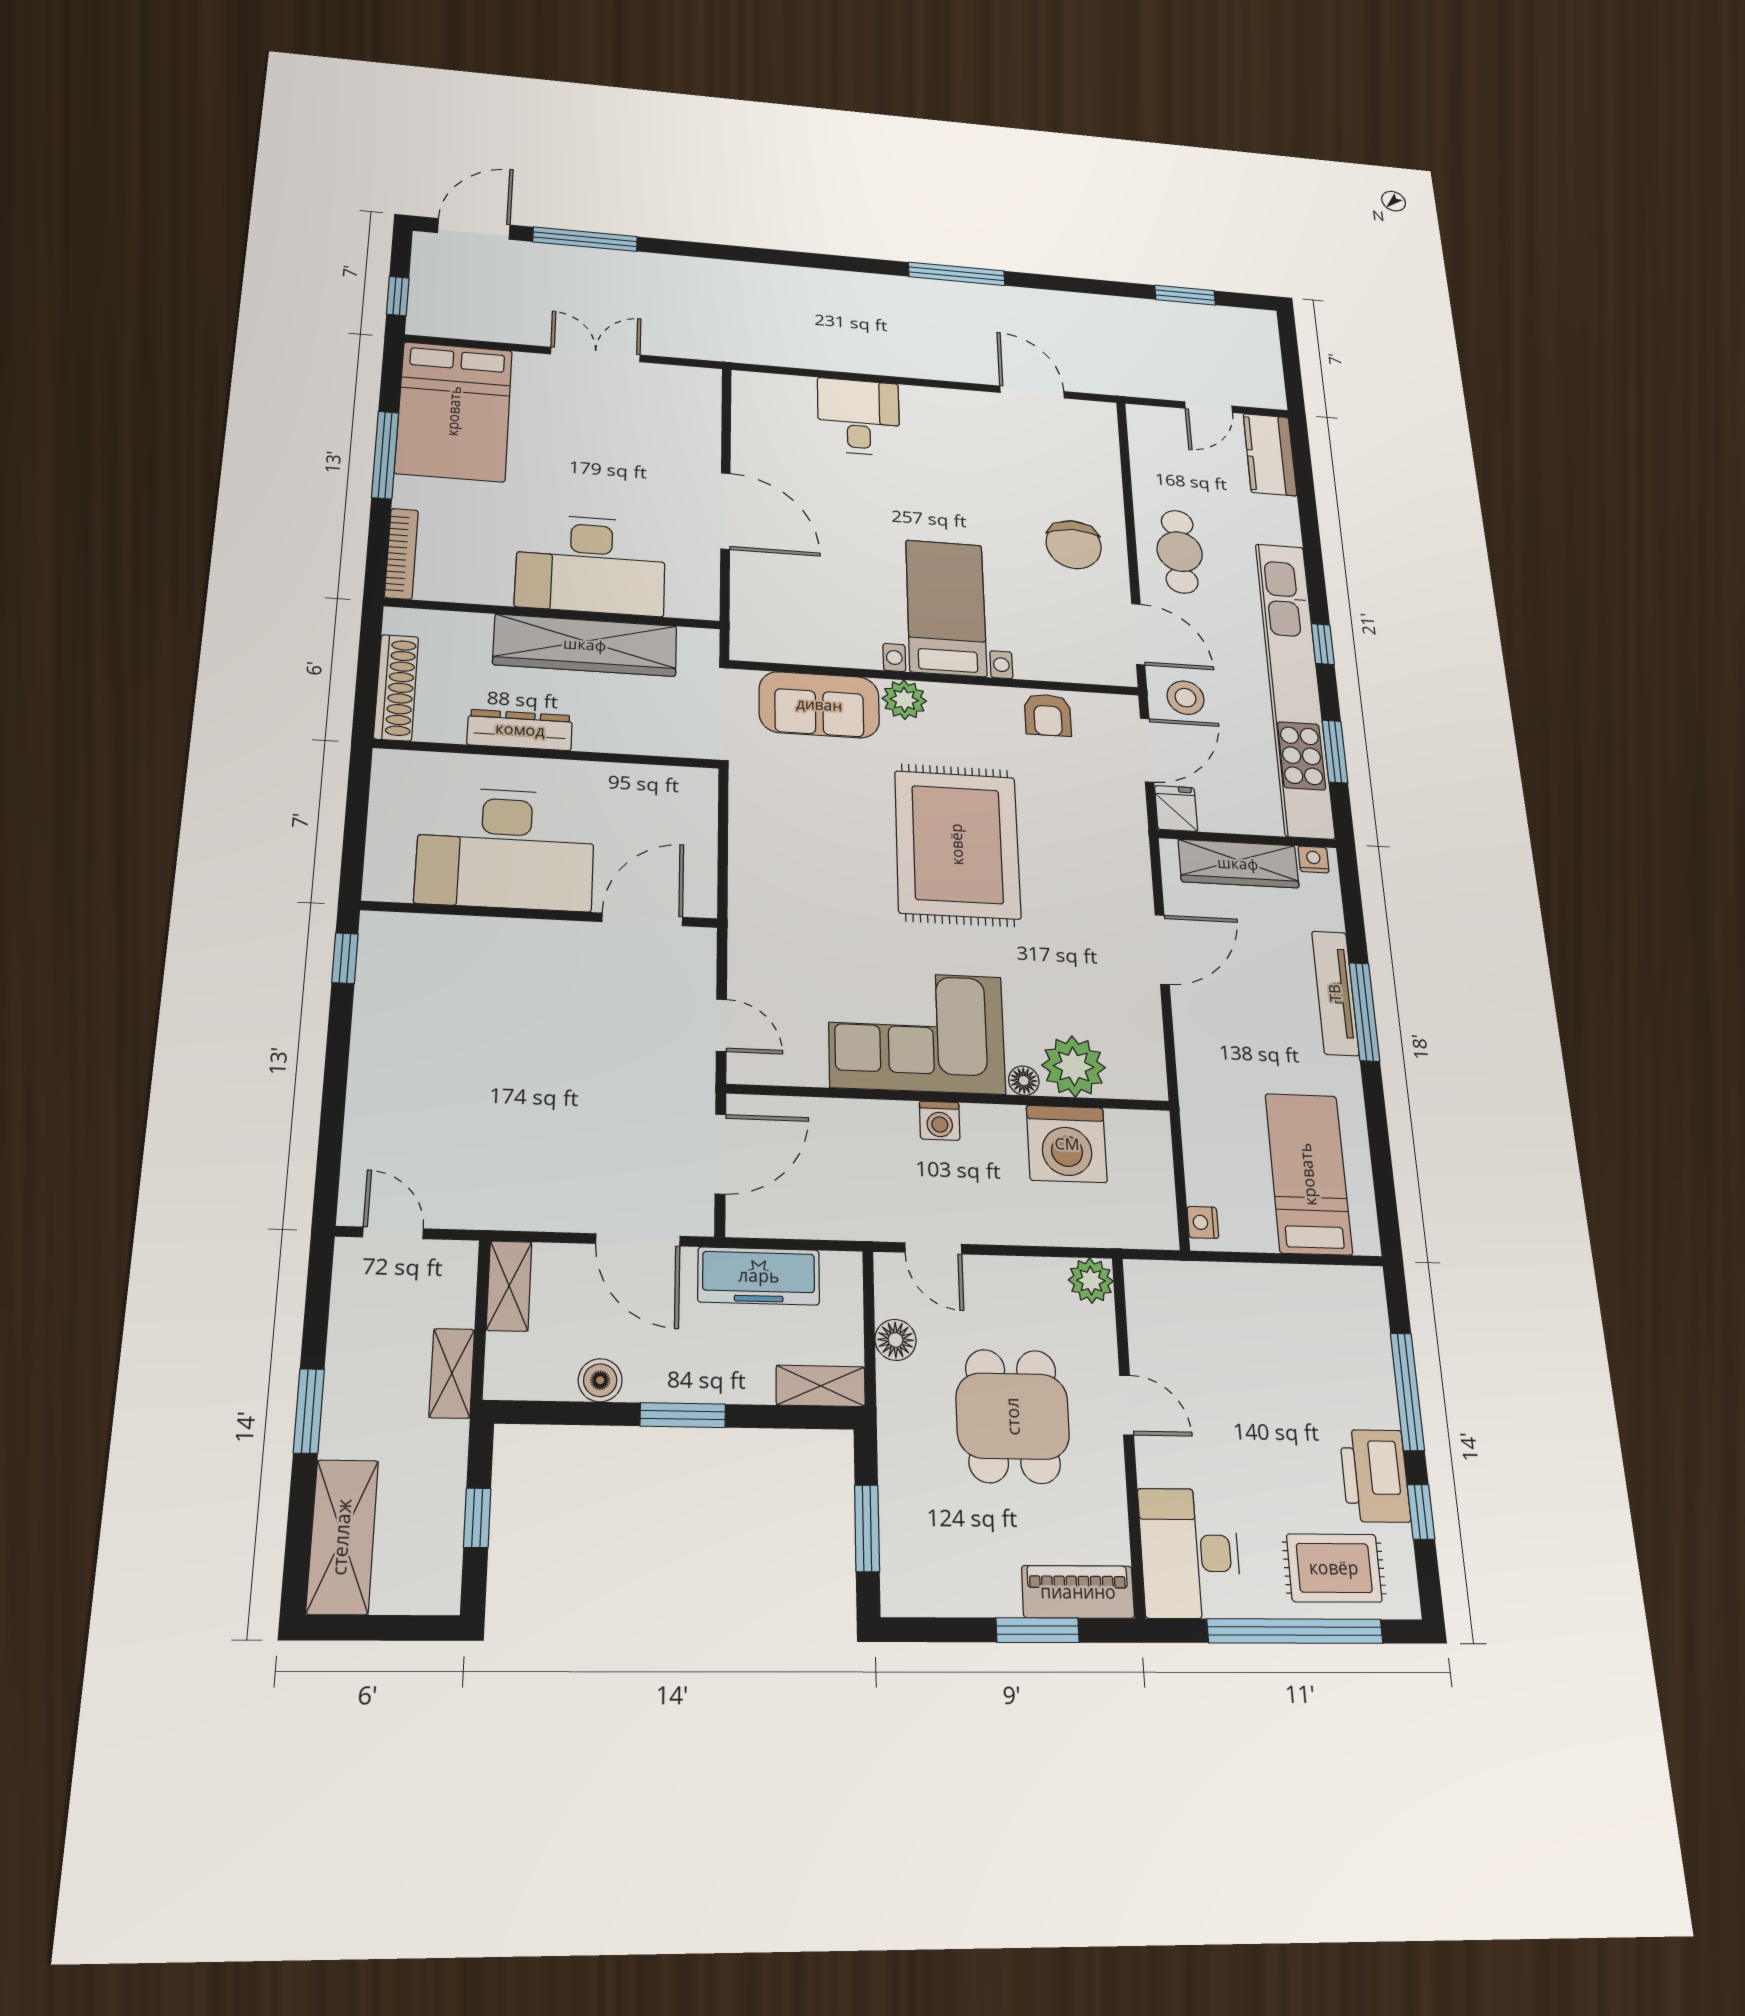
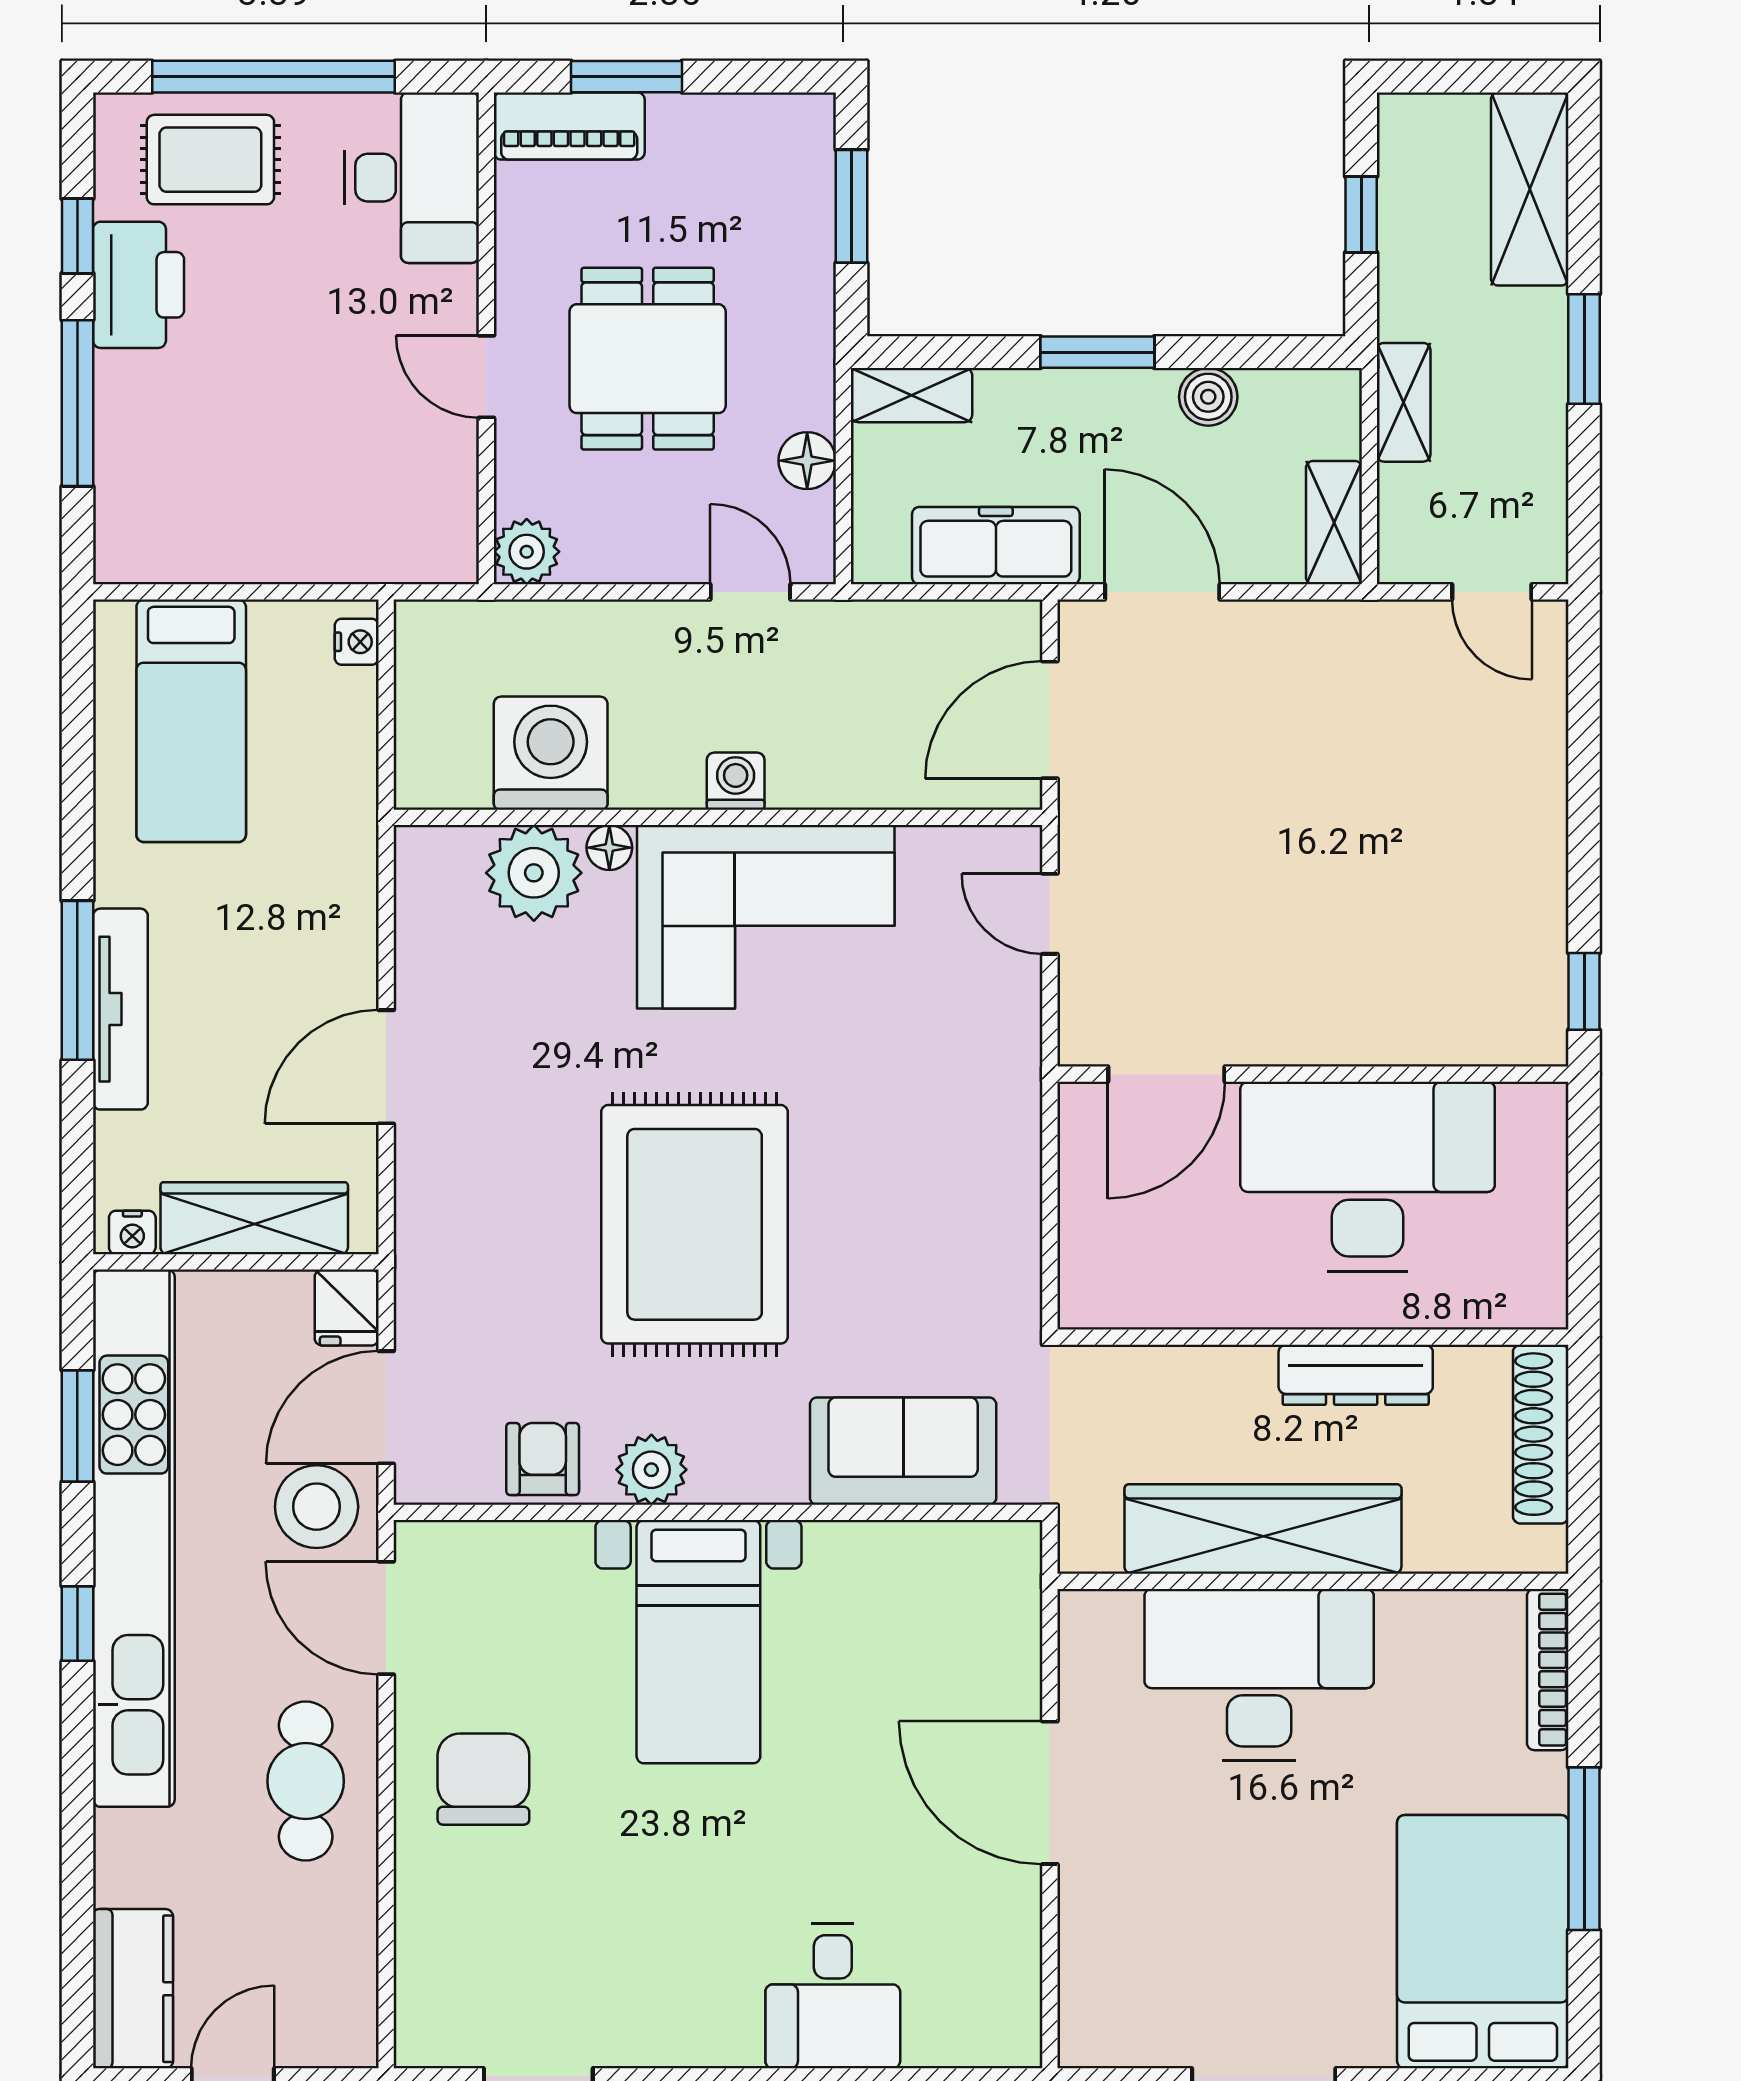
stool: (1186, 698) -> (317, 1507), width x1.38, depth x1.38
plant: (904, 700) -> (651, 1470), moved

